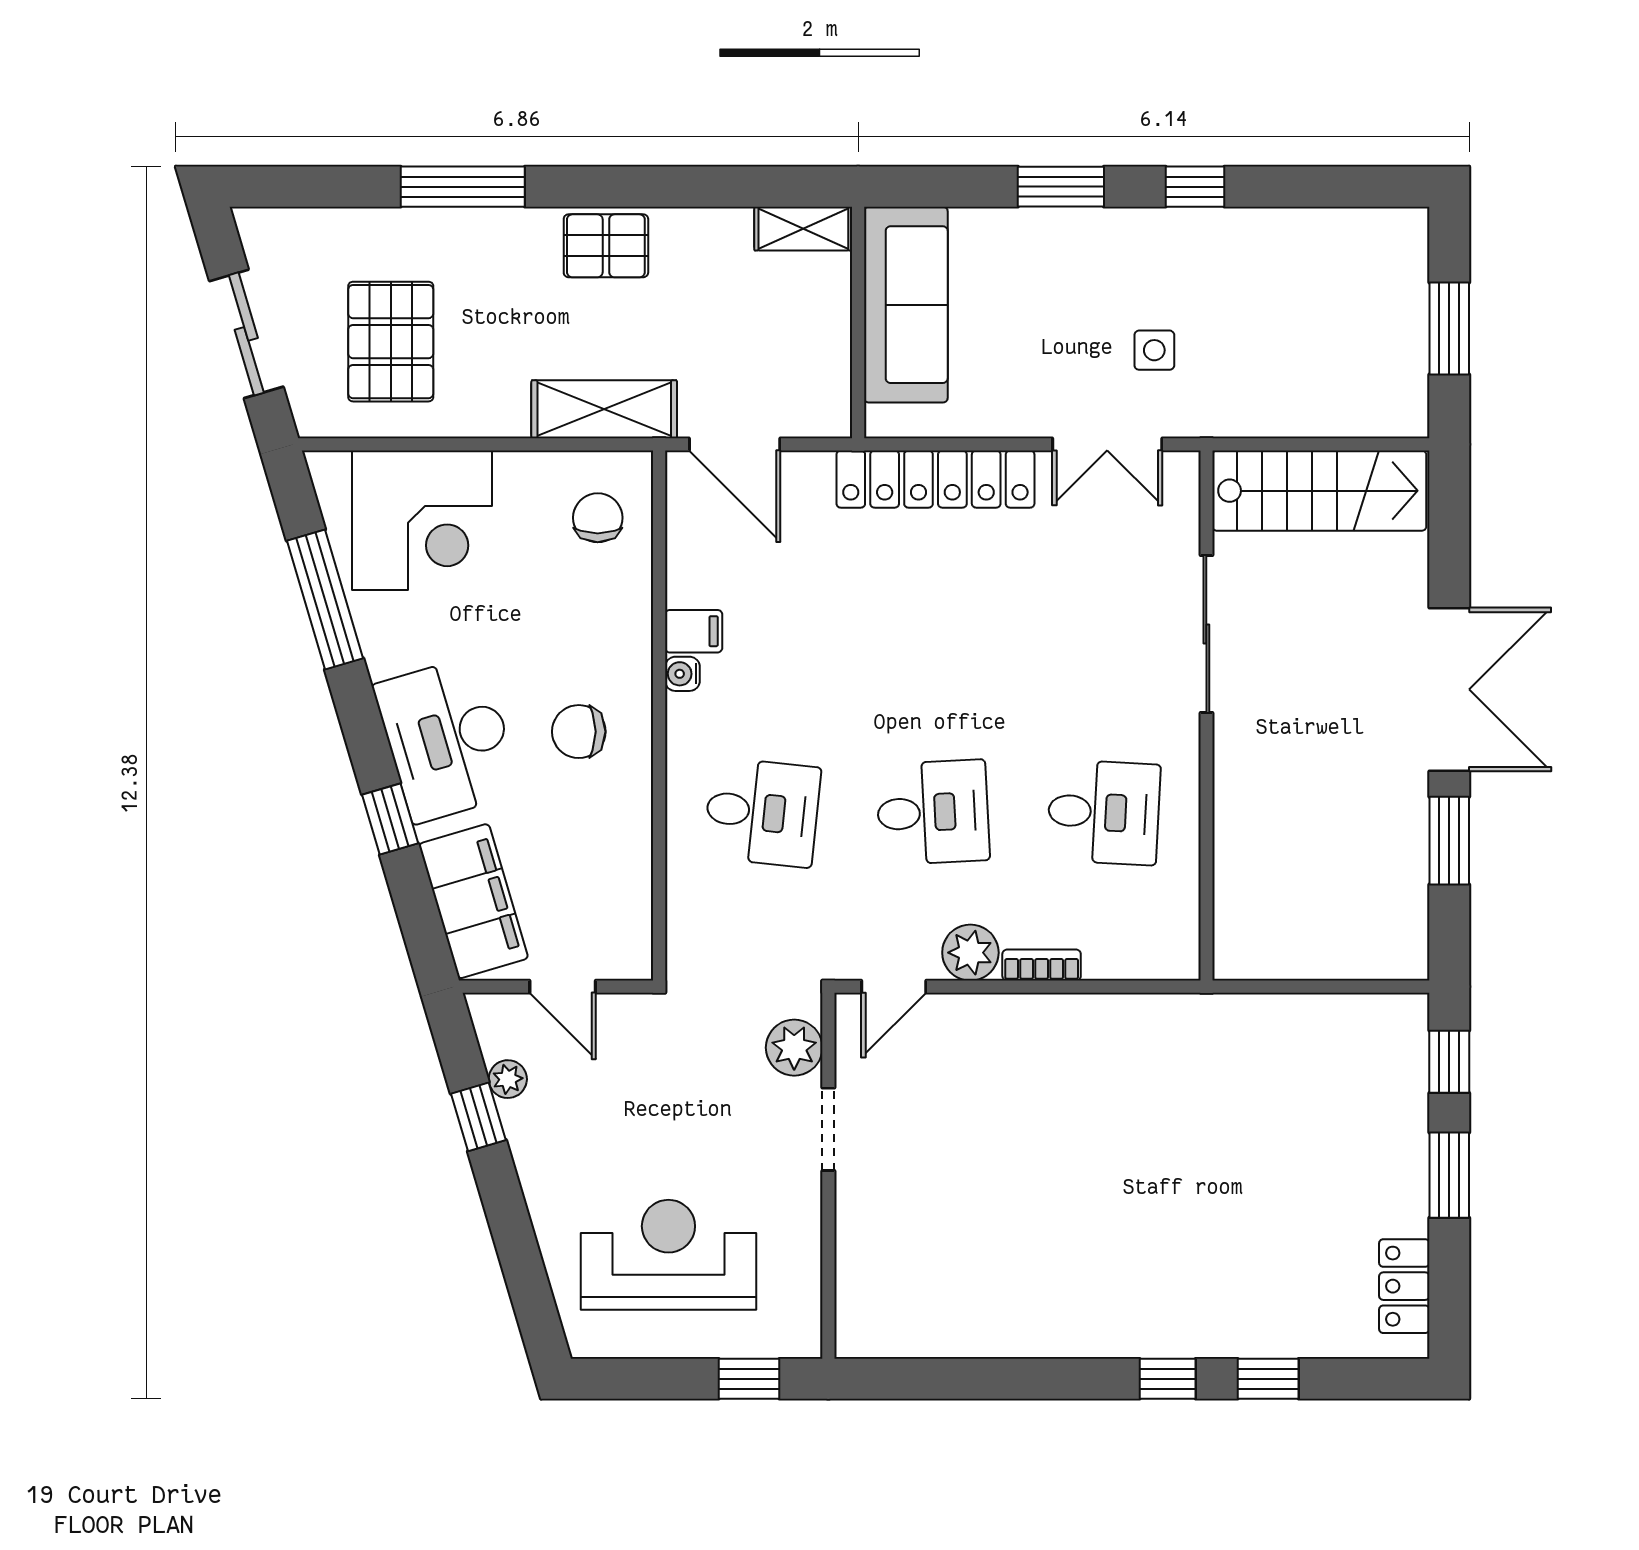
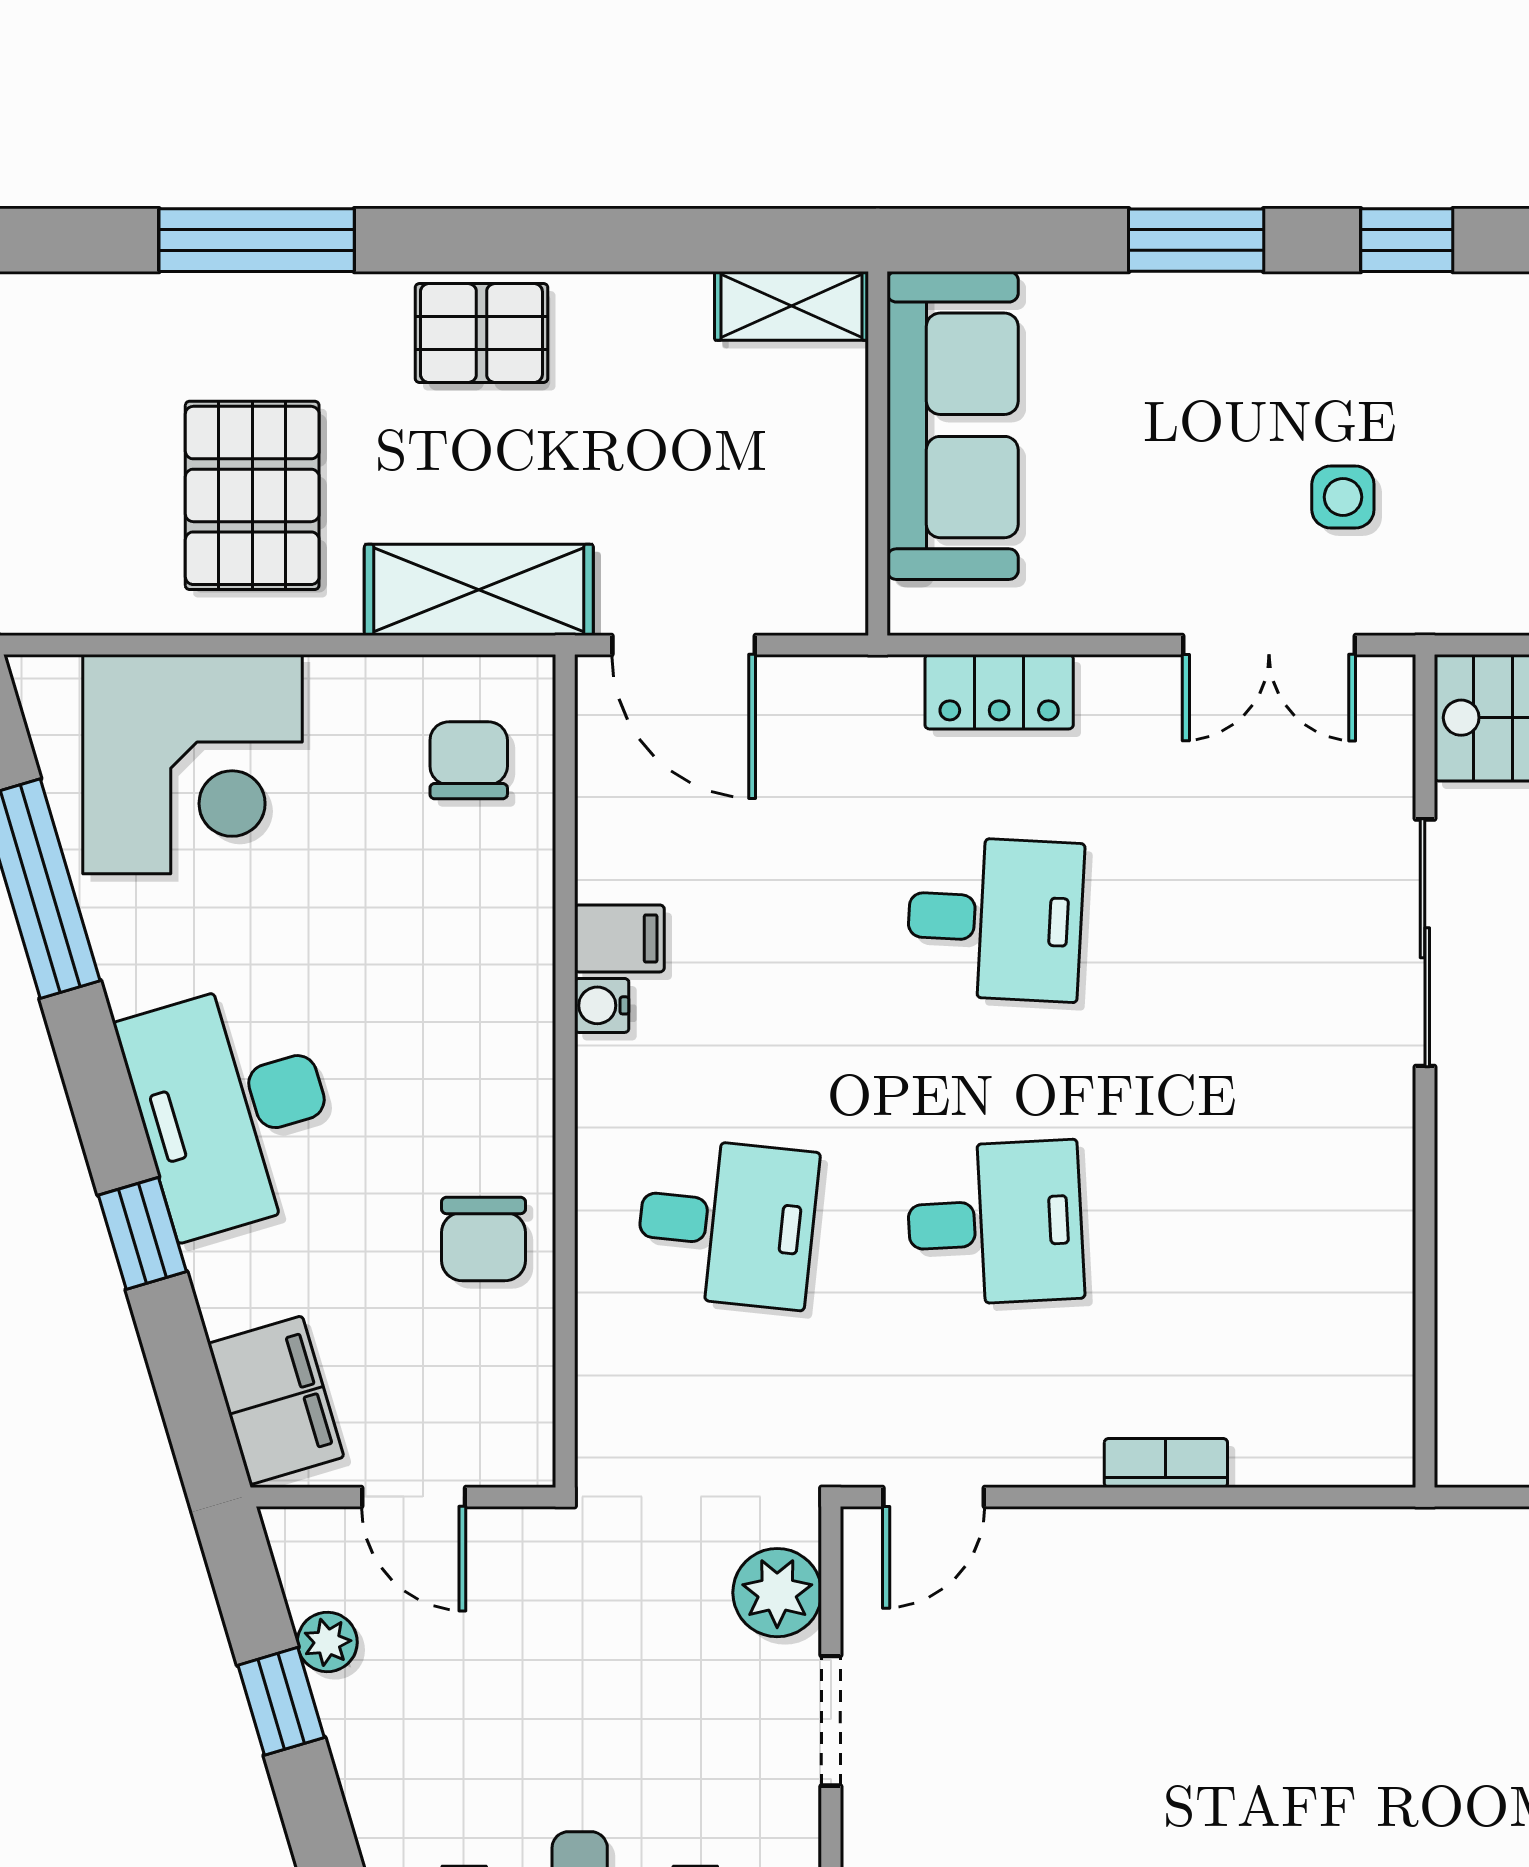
pallet: (391, 342) -> (252, 495), moved
locker: (935, 479) -> (999, 692), width x0.46, depth x0.83
chair: (579, 732) -> (483, 1239), moved, turned -90
desk: (1104, 812) -> (995, 919), moved
filing cabinet: (473, 901) -> (276, 1400), width x0.67, depth x0.86
plant: (970, 953) -> (1054, 1443), removed

